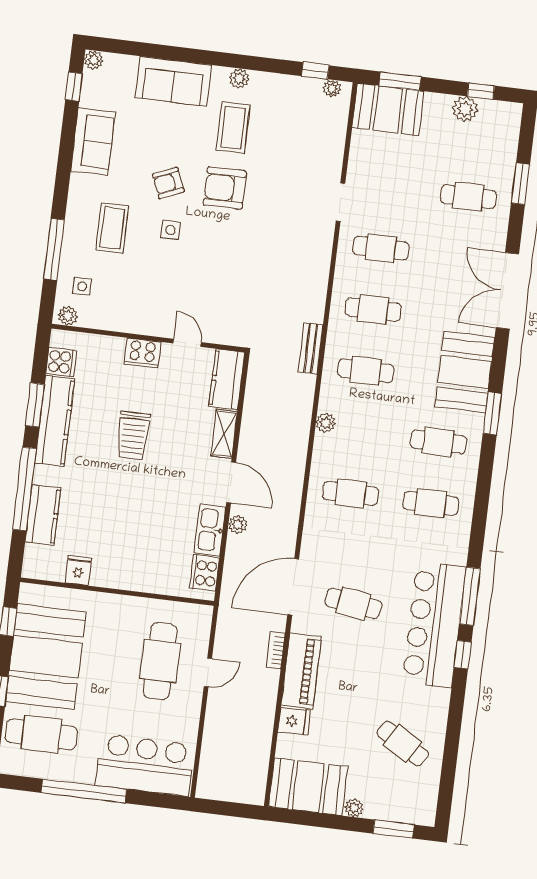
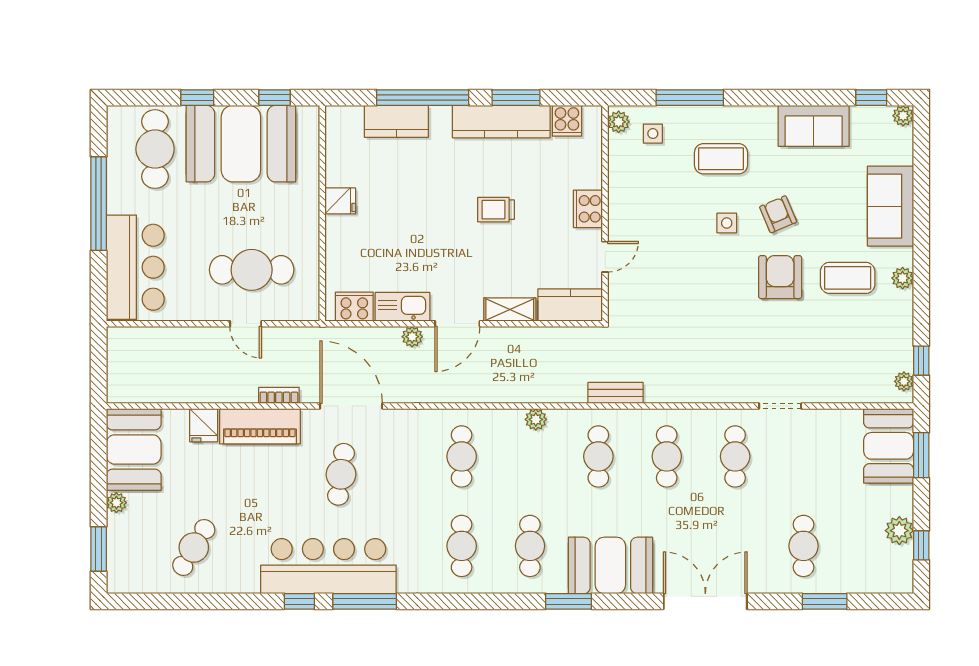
trolley: (133, 435) -> (496, 210), width x0.73, depth x0.72
fridge: (78, 570) -> (340, 201), moved

